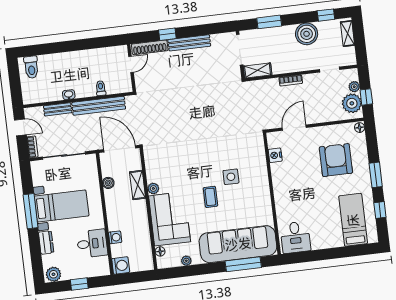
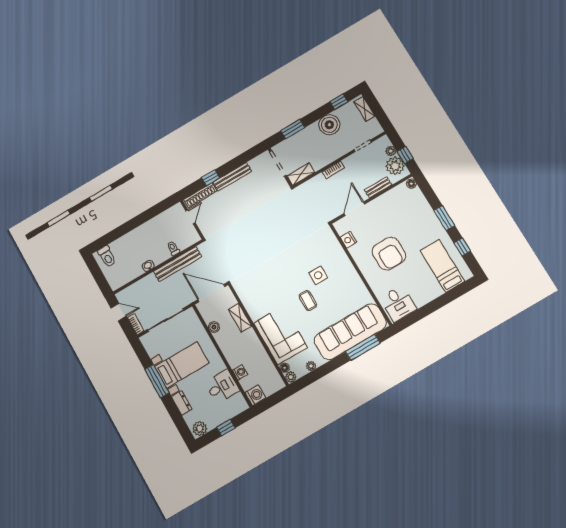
bench: (58, 109) -> (378, 187), moved
armchair: (336, 160) -> (389, 254), moved, turned 180
plant: (153, 188) -> (291, 377), moved

